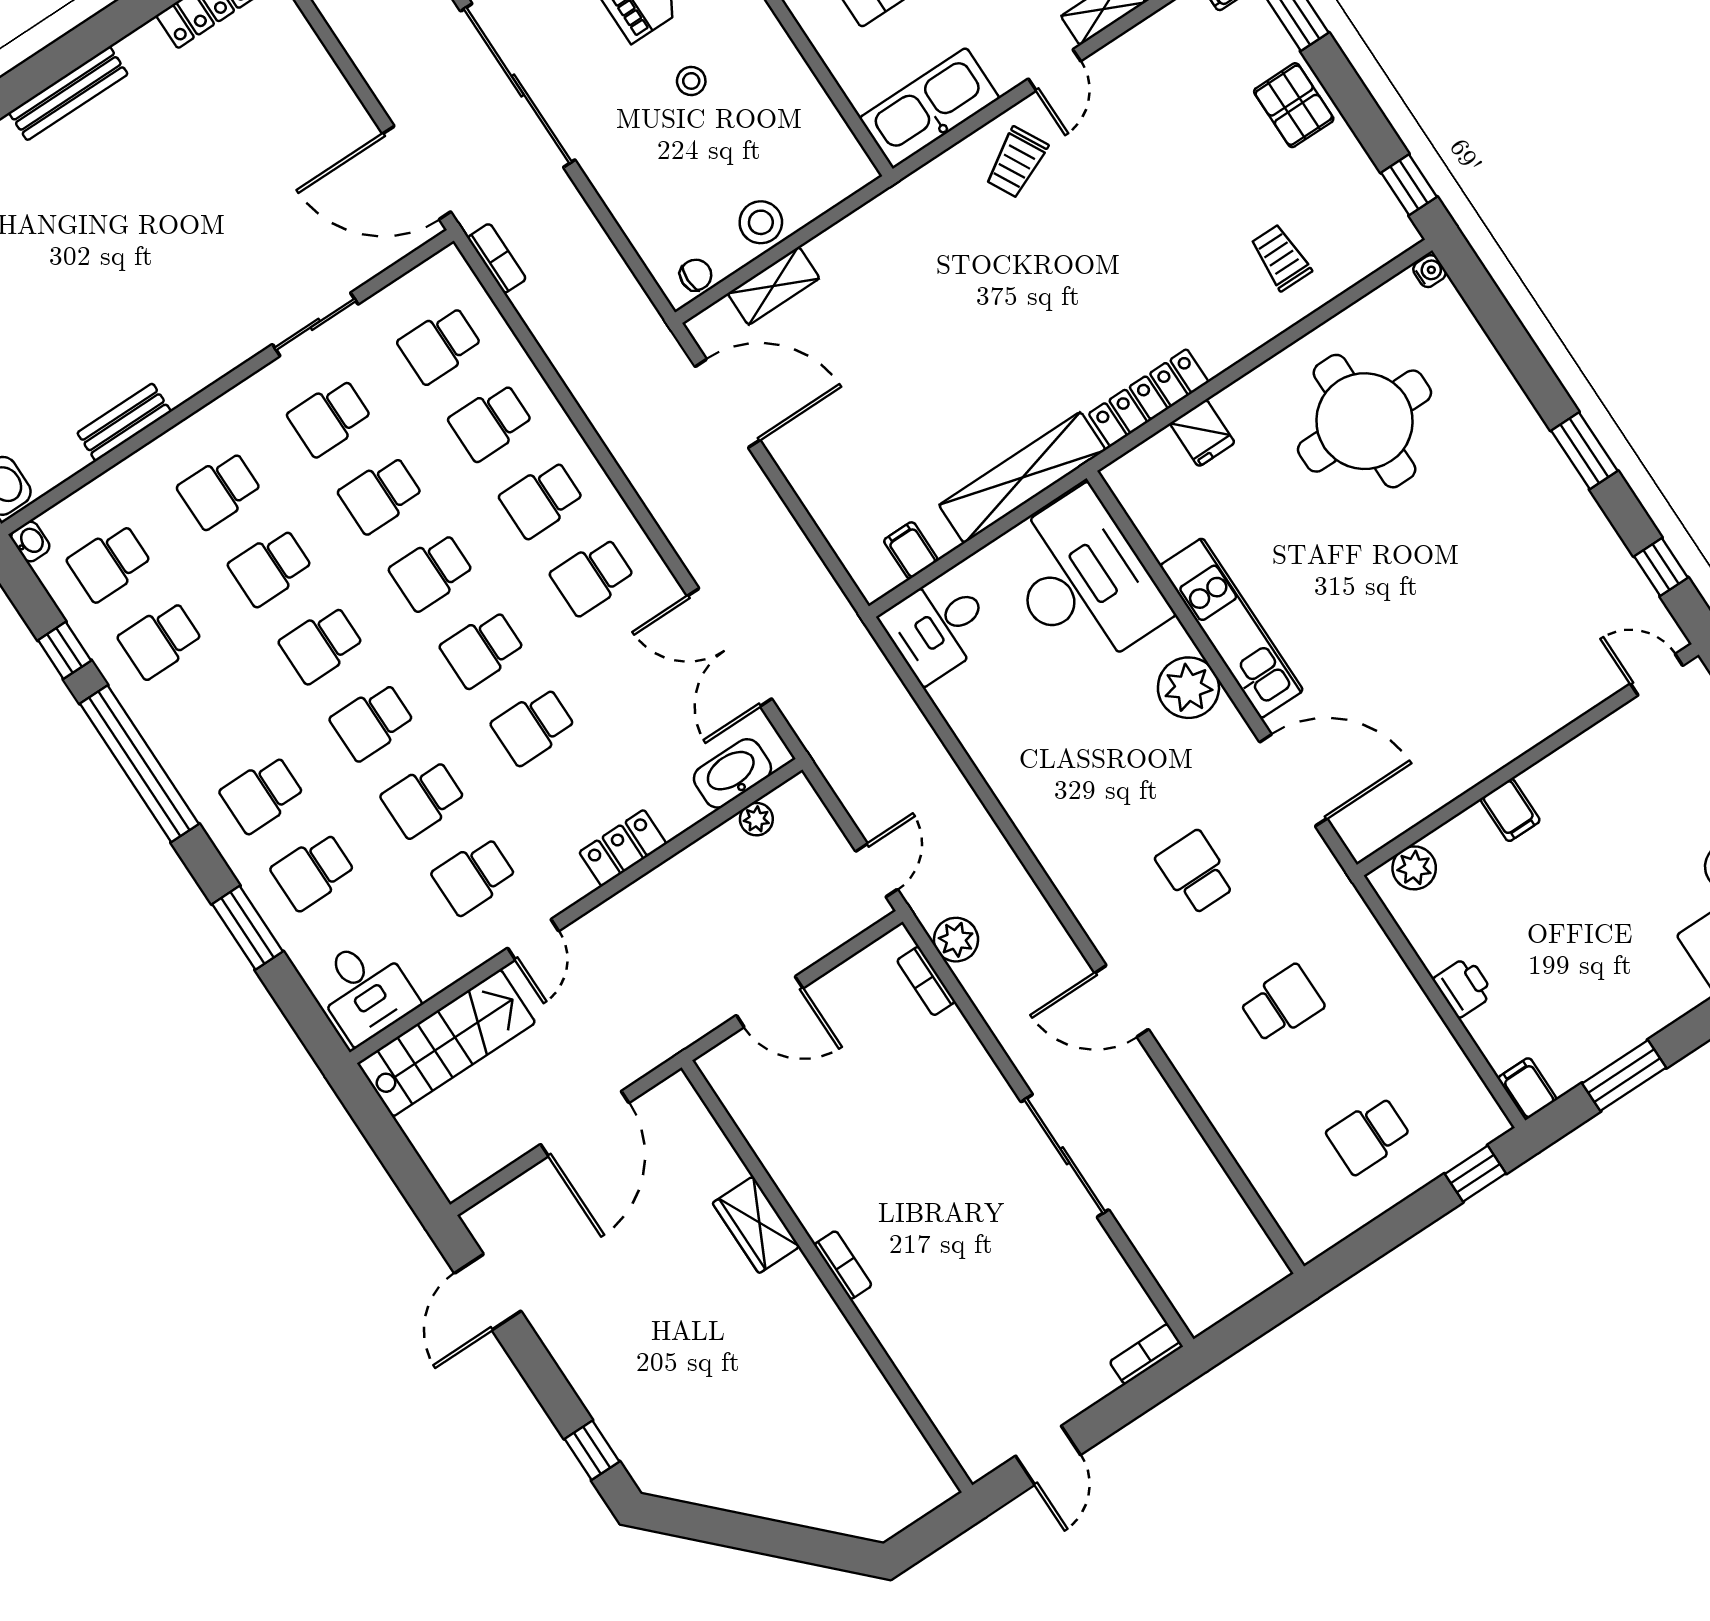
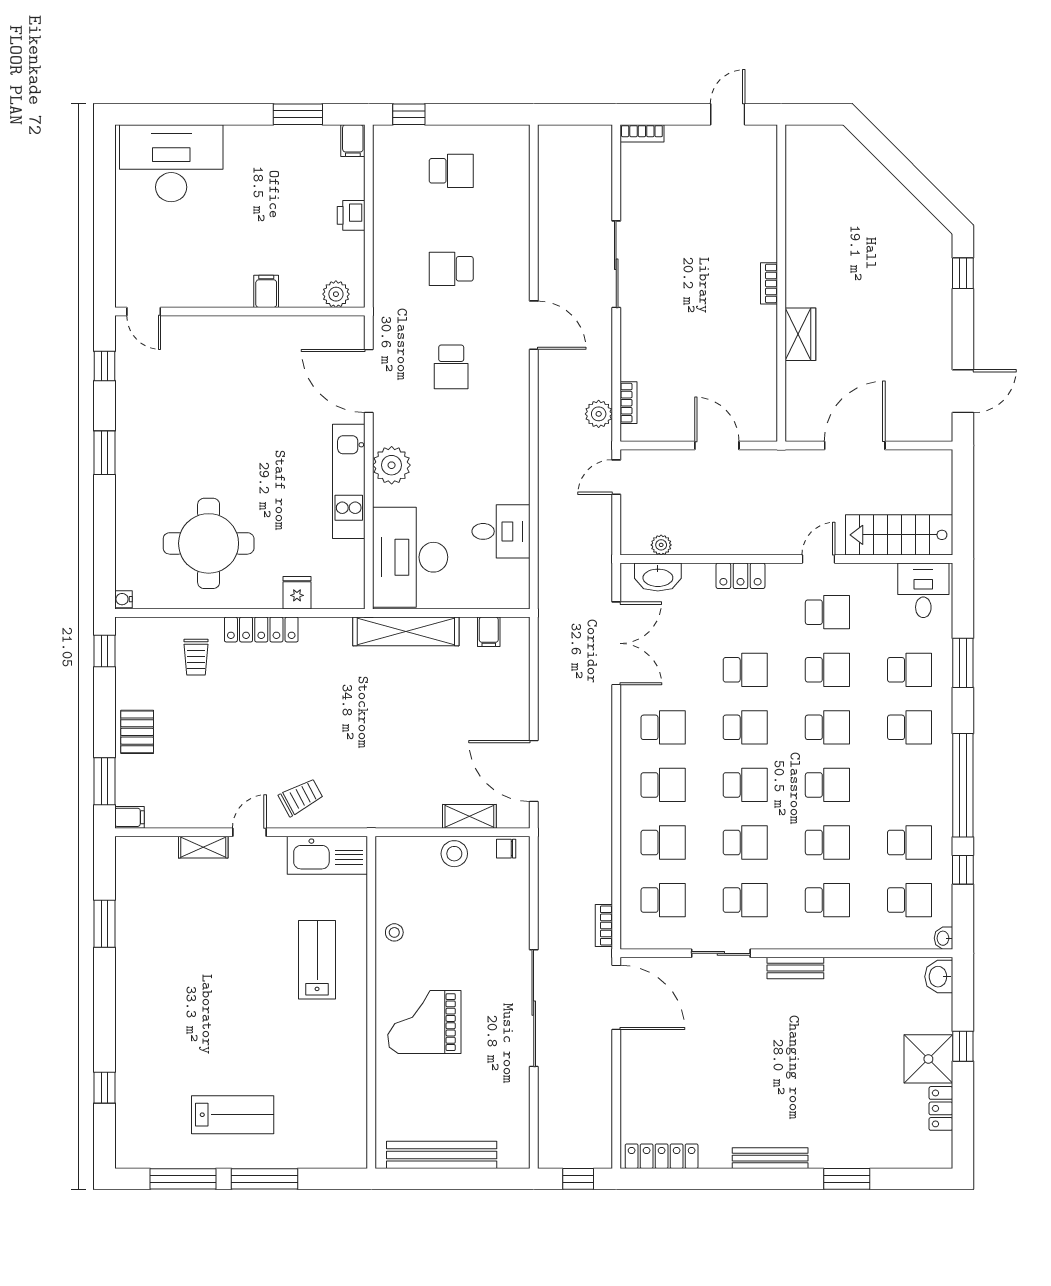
stool: (691, 81) -> (394, 932), moved
locker: (1149, 398) -> (261, 629), moved
bench: (124, 422) -> (795, 968), moved
desk: (938, 627) -> (501, 531), moved

